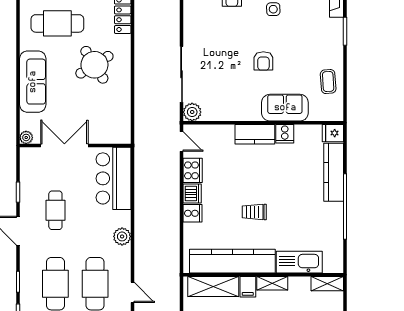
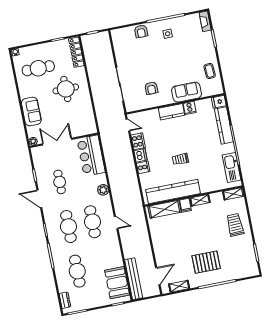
armchair: (263, 61) -> (151, 88), moved
round table: (94, 65) -> (66, 89), turned 32
sofa: (33, 82) -> (31, 112), width x0.73
plant: (192, 112) -> (131, 106), removed
kitchen sink: (299, 262) -> (231, 168), moved, turned -90

